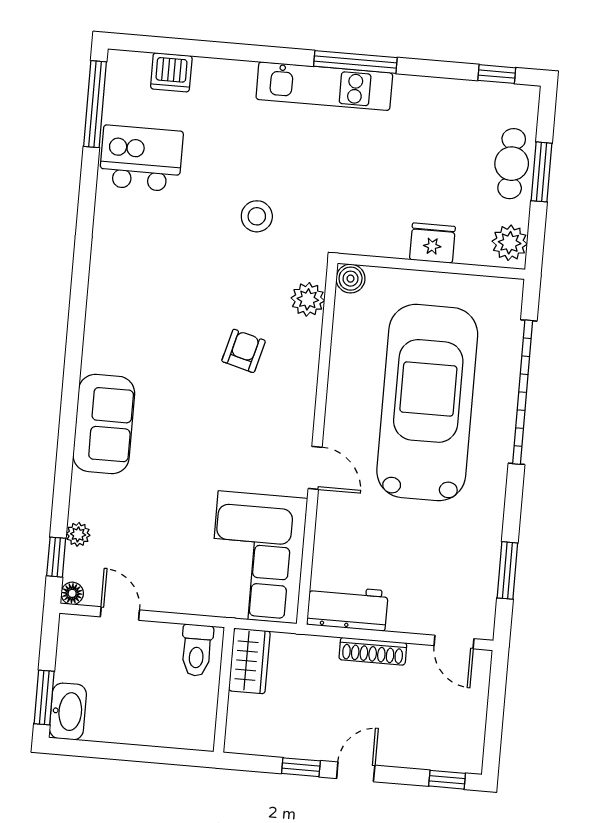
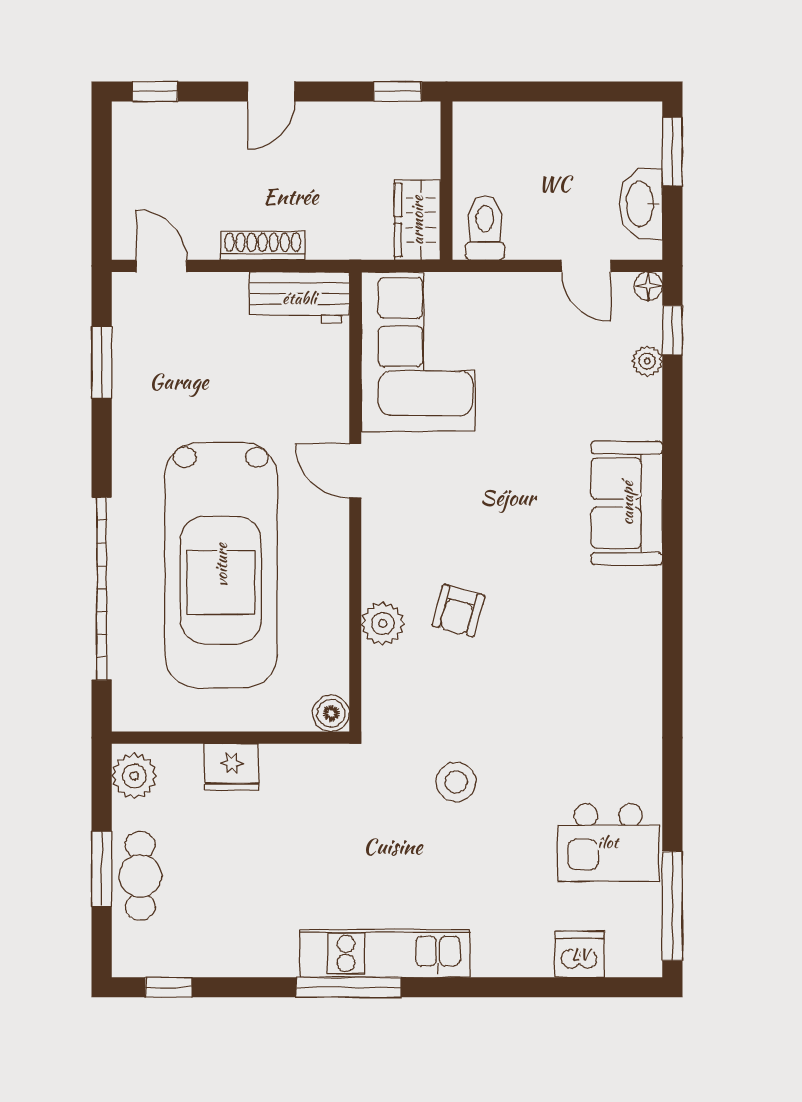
plant: (308, 299) -> (383, 624), moved
washbasin: (68, 711) -> (641, 204), moved
window: (301, 767) -> (398, 92), moved

